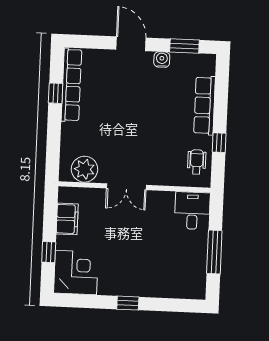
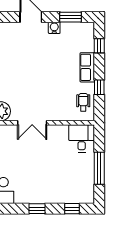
window: (222, 87) -> (99, 46), added
row of seats: (205, 105) -> (87, 67), width x0.68
window: (175, 305) -> (72, 209), added

